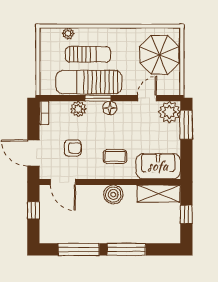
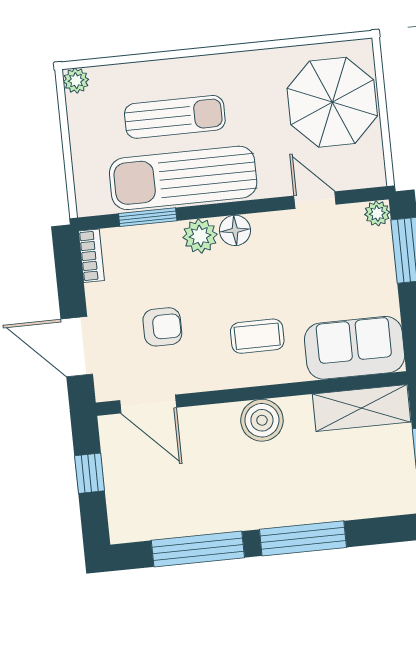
plant: (68, 33) -> (76, 81), moved
window: (98, 98) -> (148, 217), moved
door: (147, 98) -> (315, 200), hinge flipped
plant: (78, 109) -> (200, 236), moved
plant: (169, 112) -> (377, 213), width x0.53, depth x0.53

